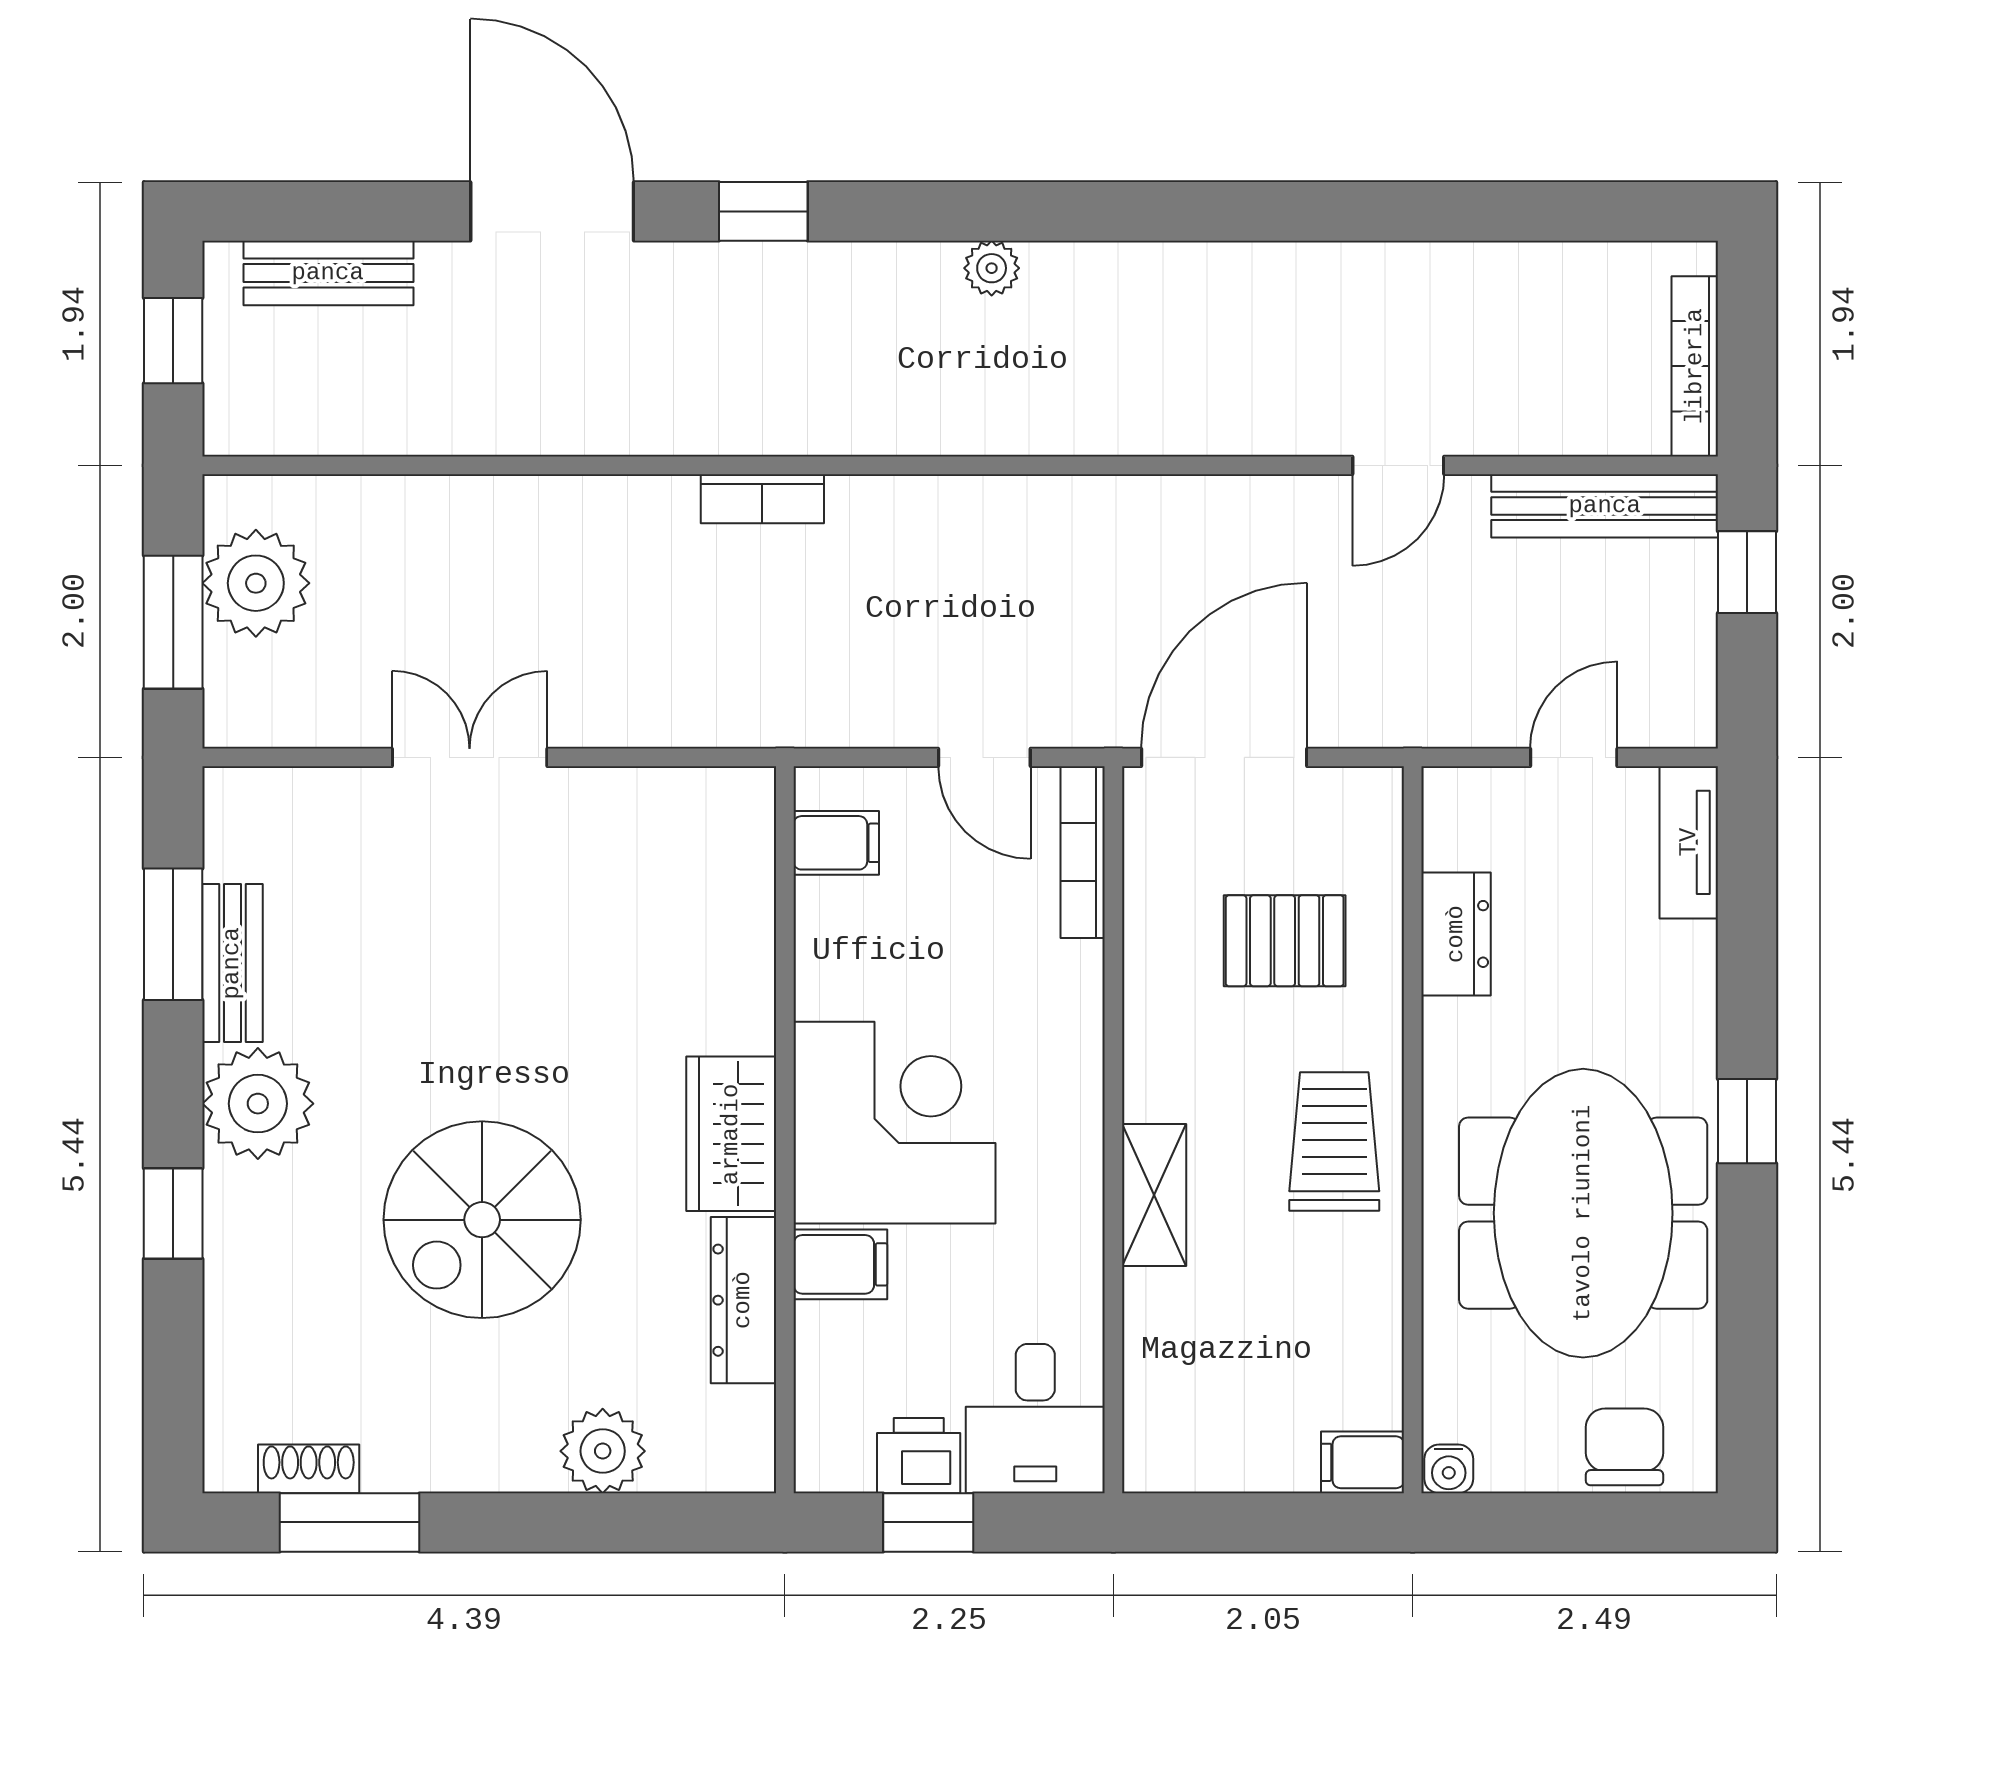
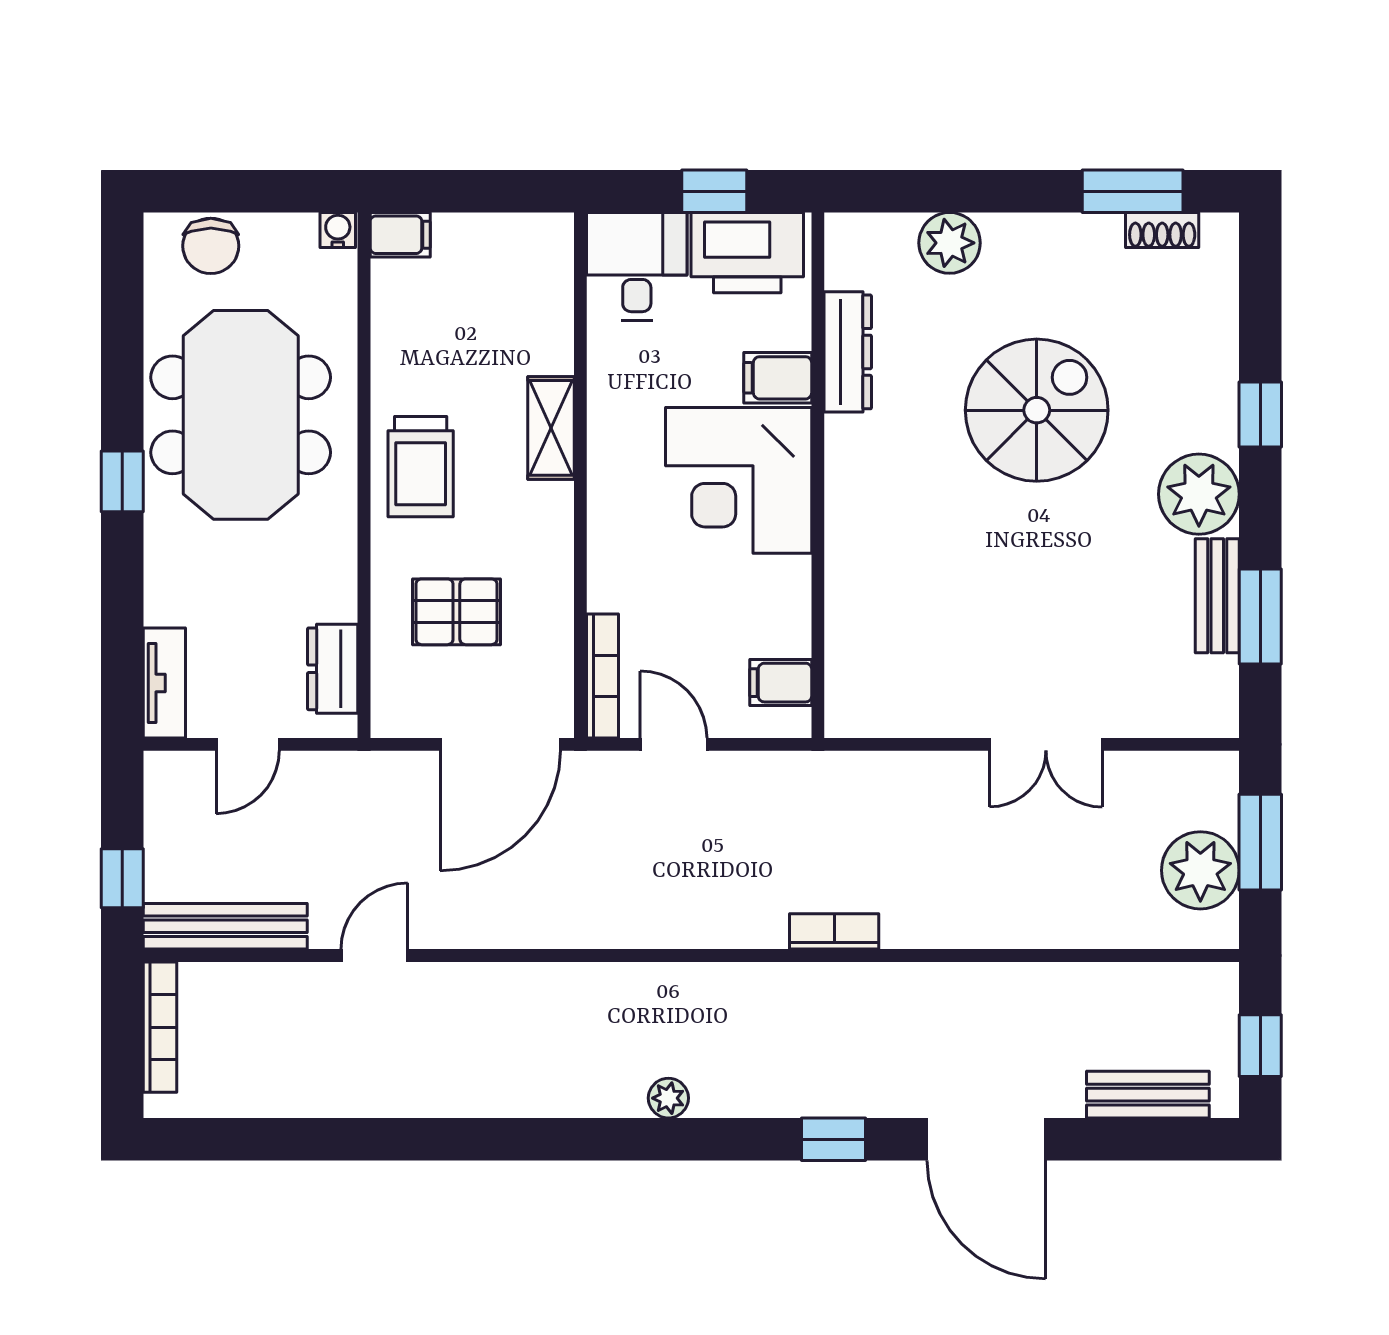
dresser: (1456, 934) -> (333, 669), moved
wardrobe: (731, 1134) -> (857, 472), removed
printer: (919, 1456) -> (747, 253), width x1.87, depth x1.48

